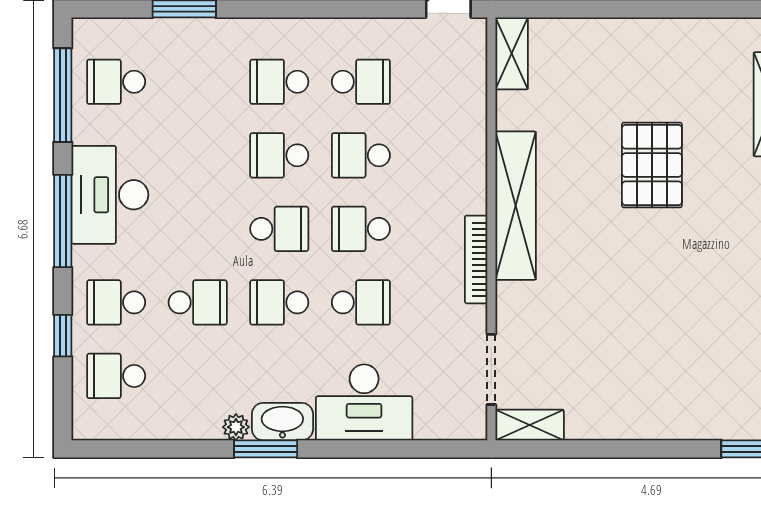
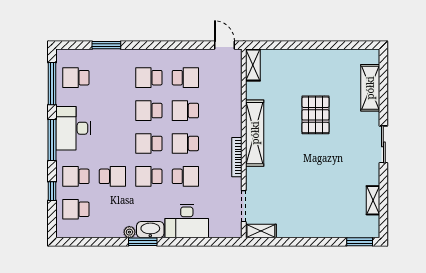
school desk: (279, 229) -> (149, 143), turned 180

